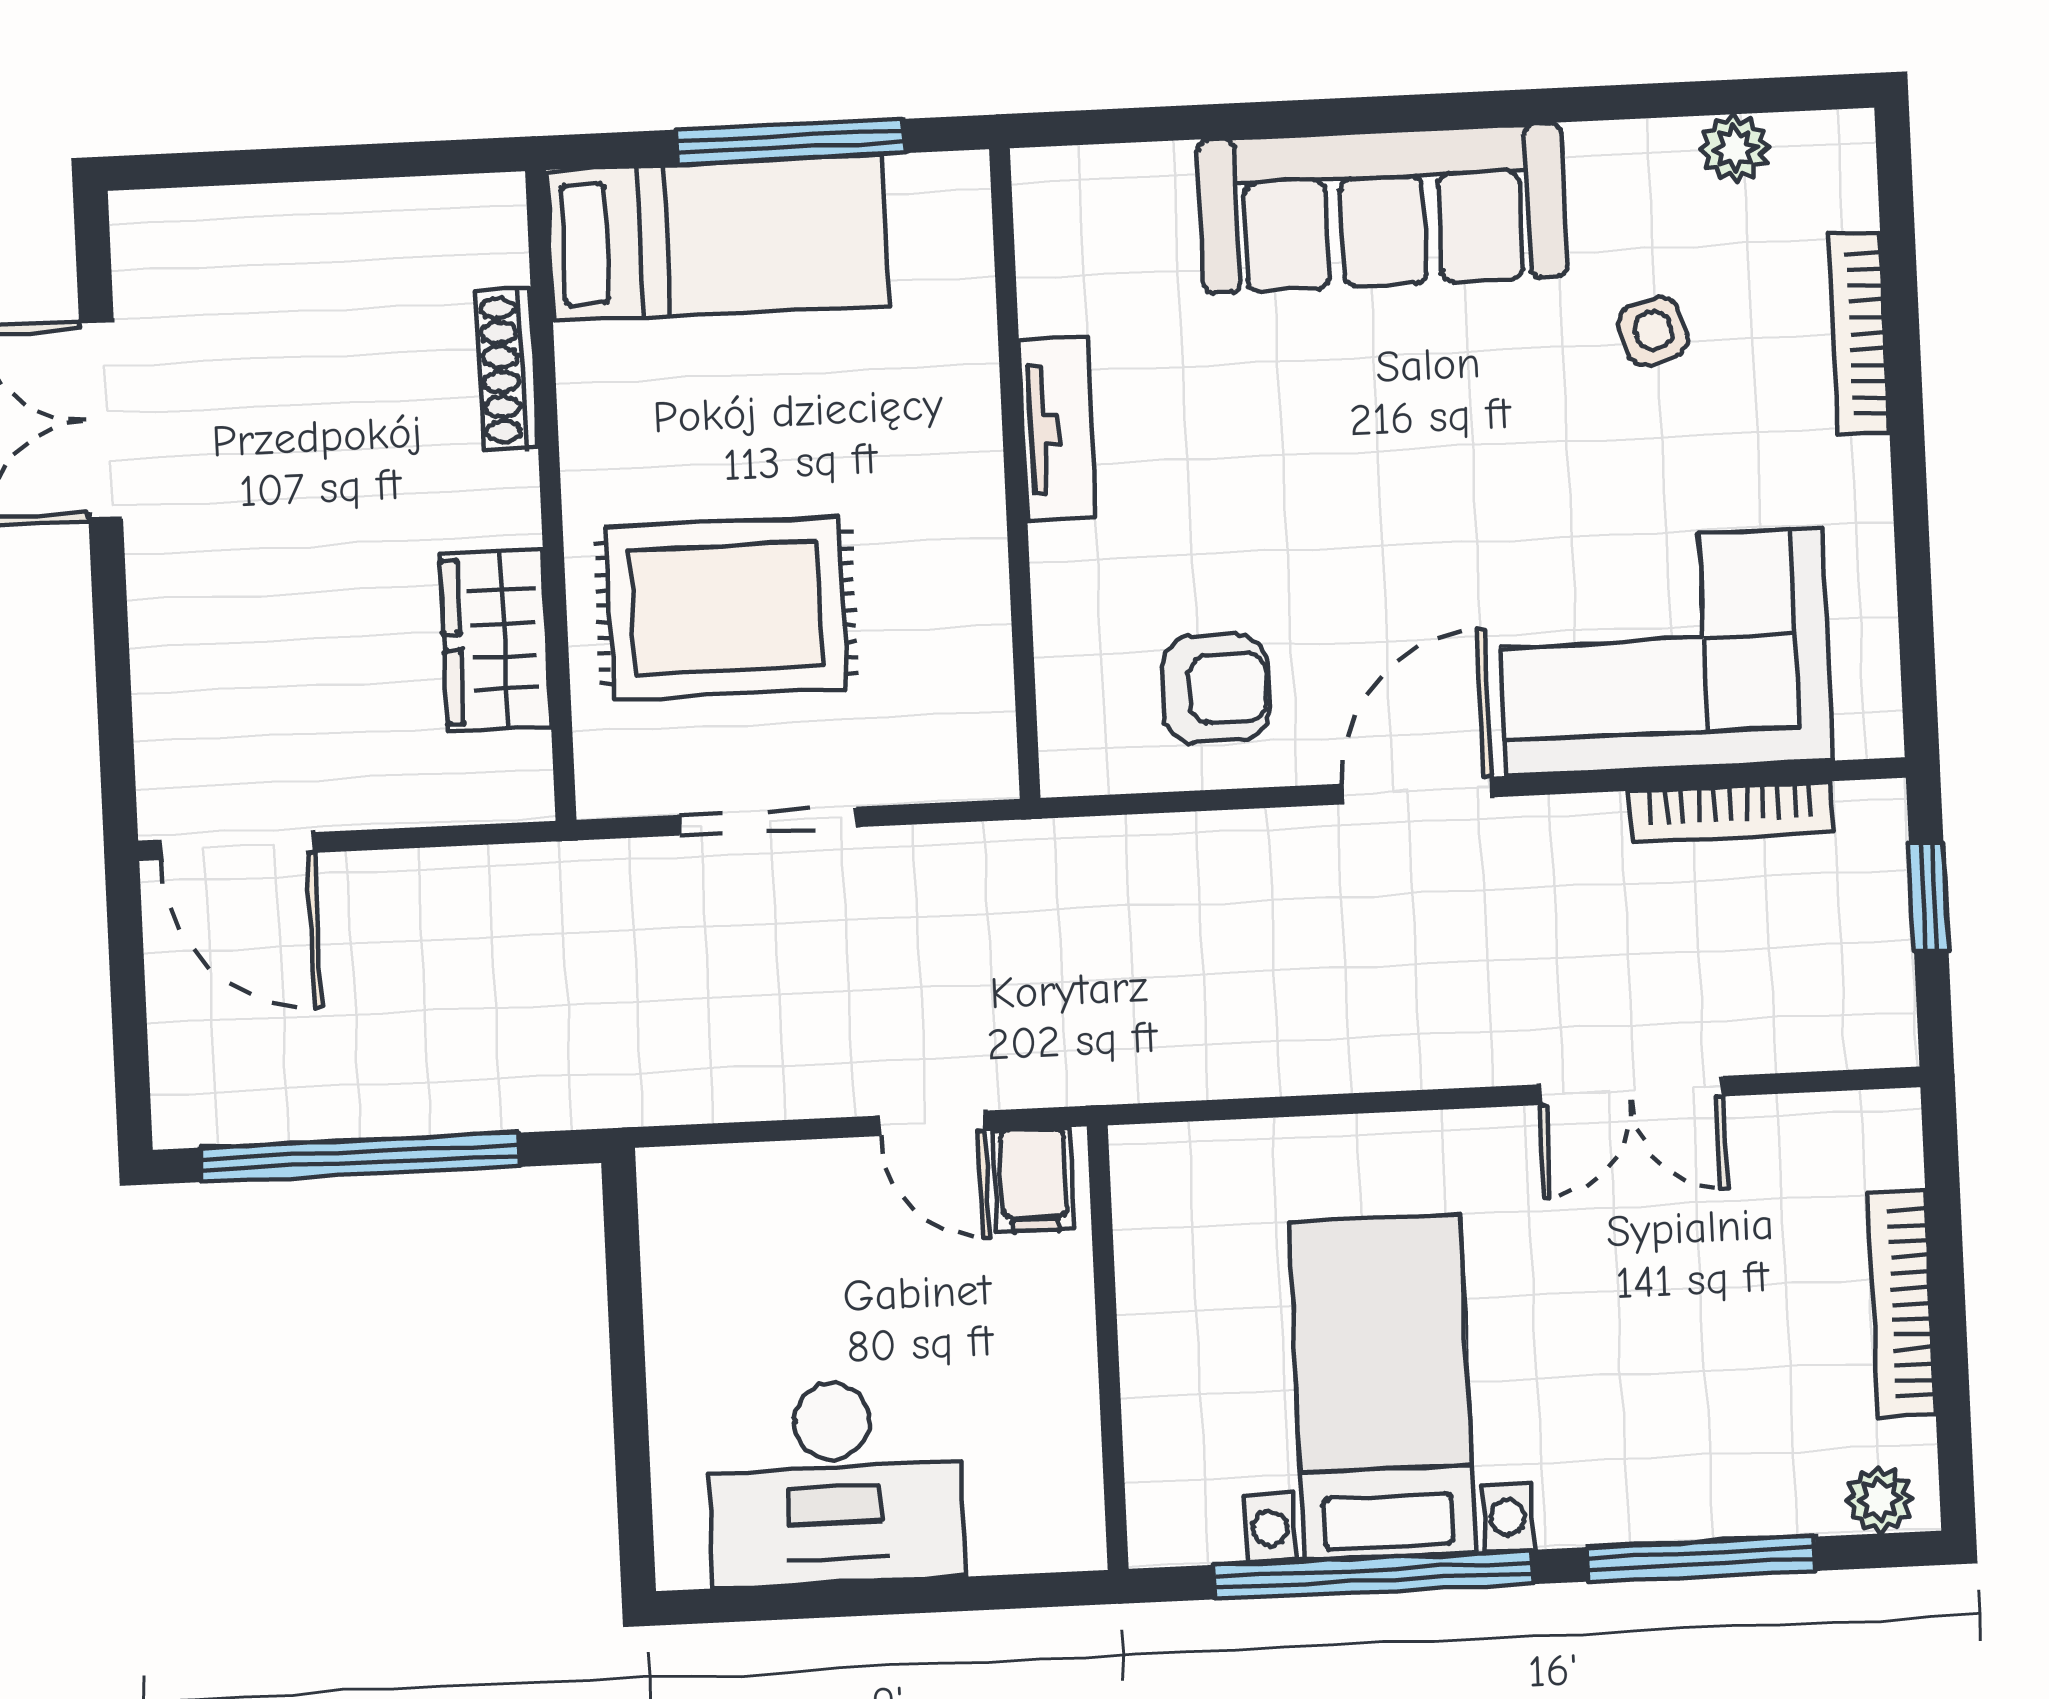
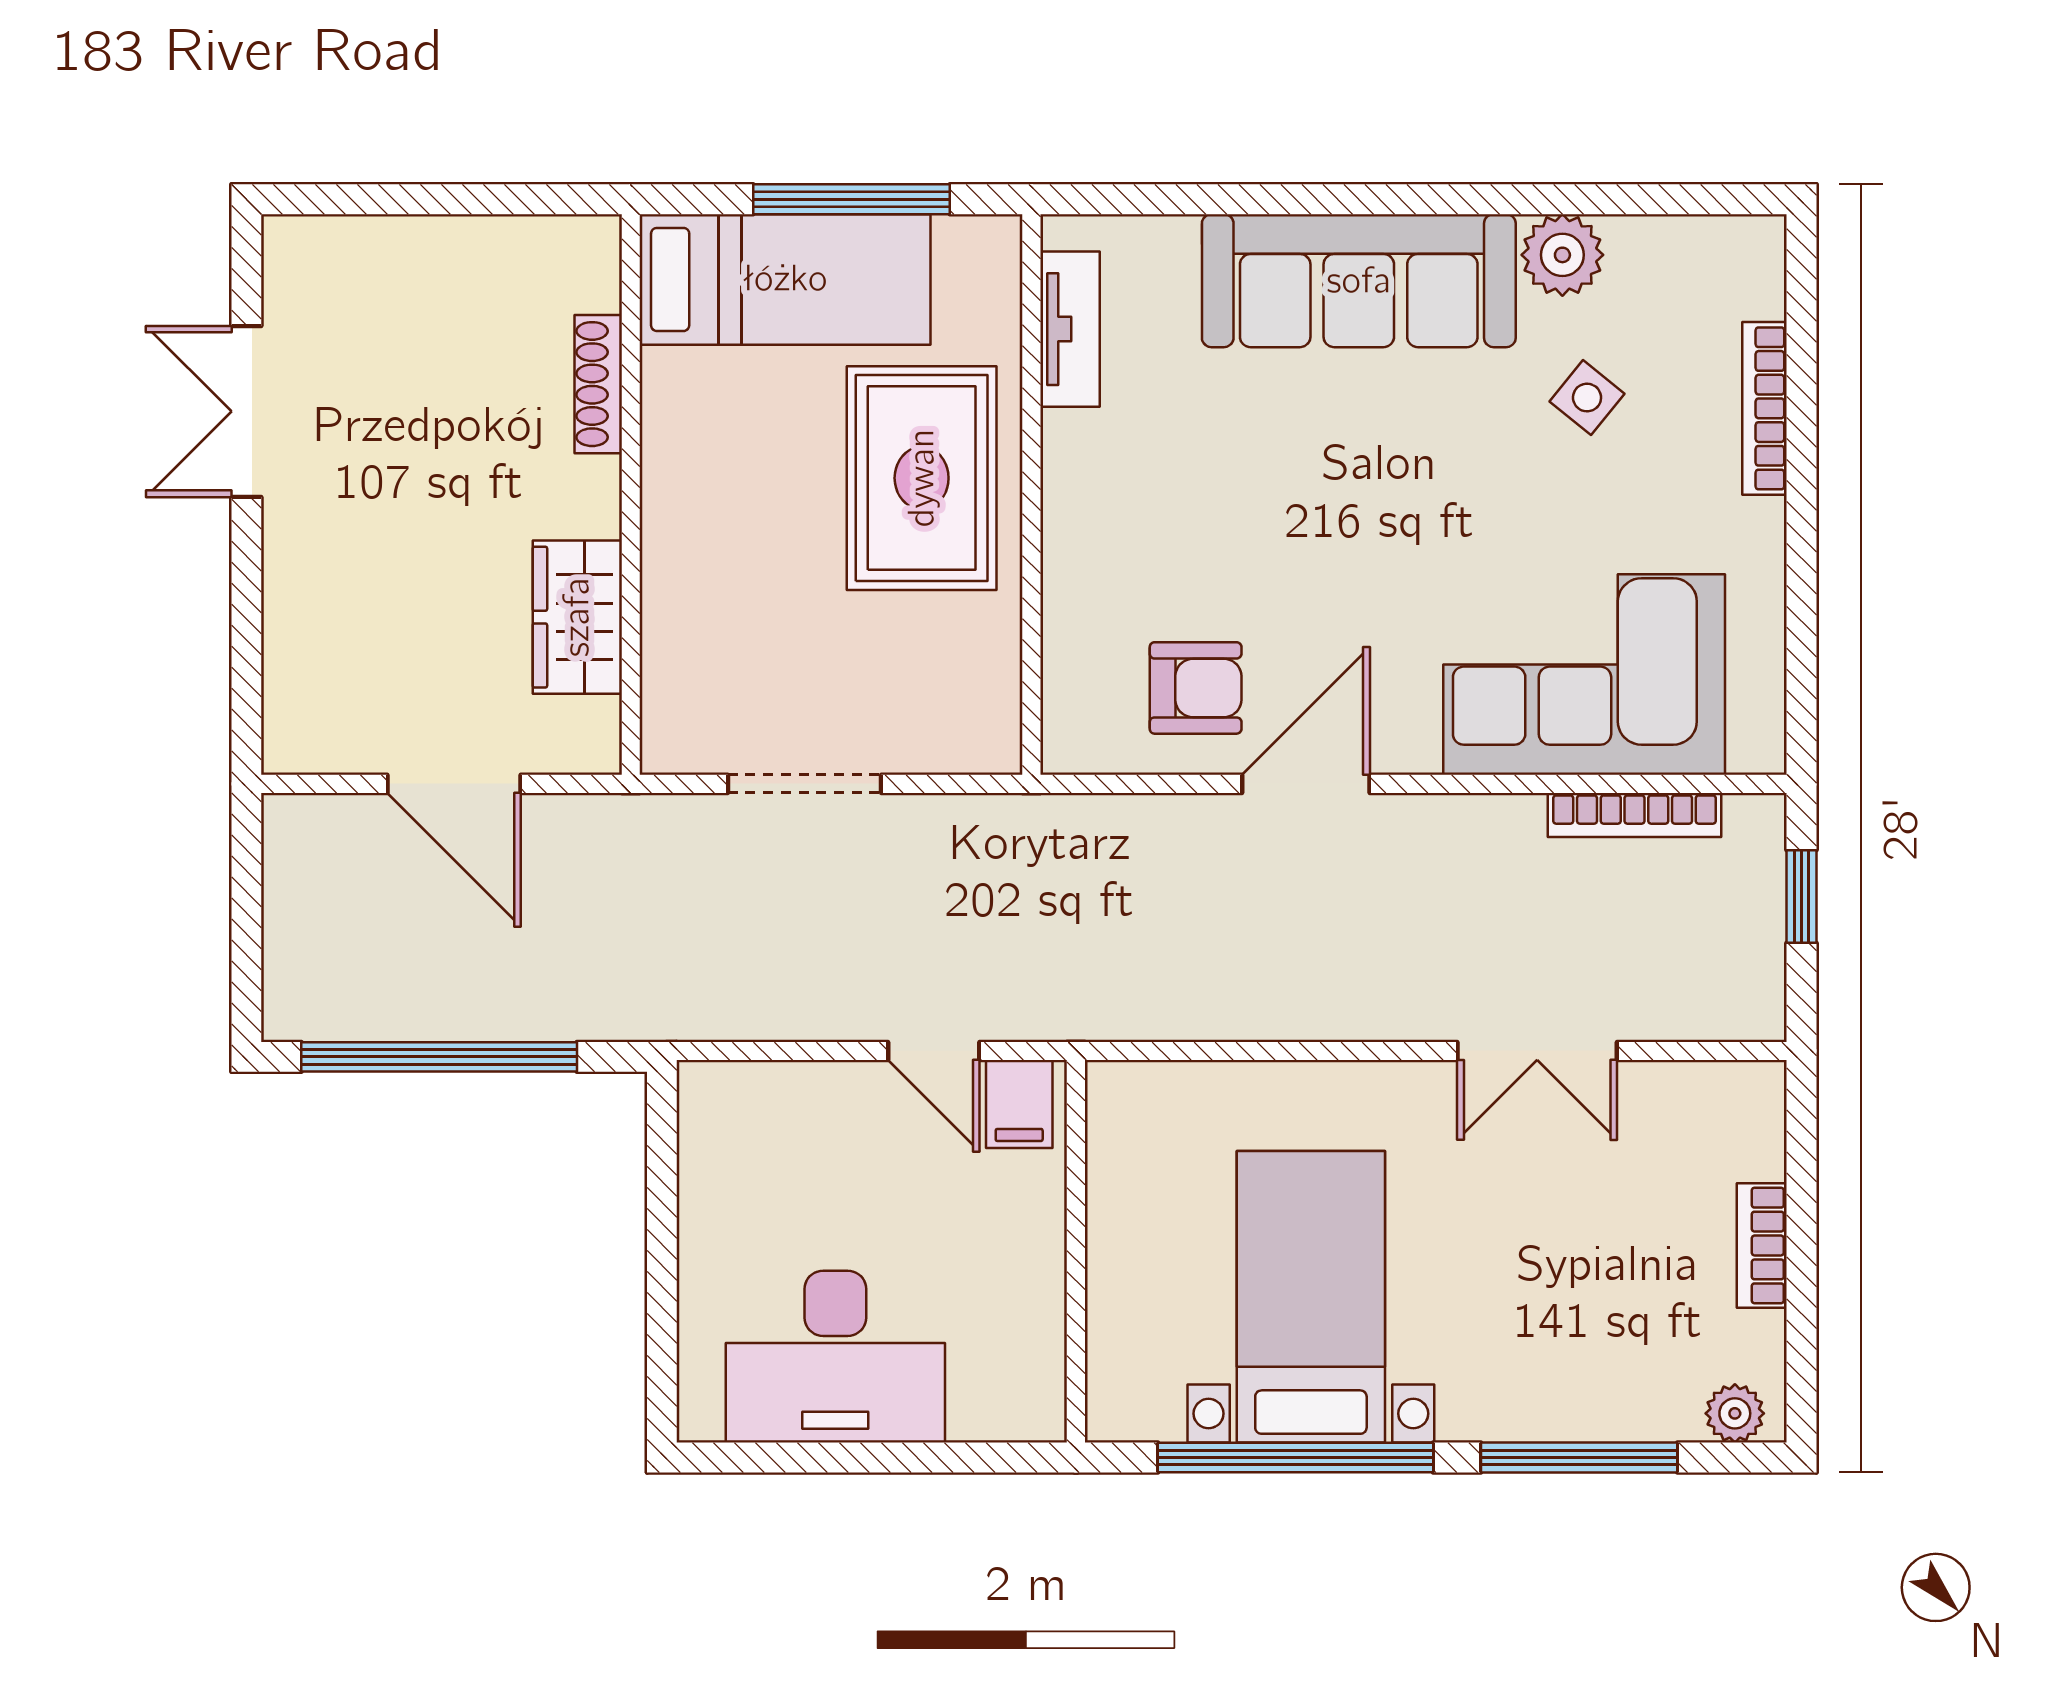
plant: (1735, 149) -> (1562, 255), moved, width x1.38, depth x1.38
side table: (1653, 331) -> (1587, 398), turned -35
tv unit: (1057, 428) -> (1070, 329), moved
rug: (726, 608) -> (922, 478), moved, turned 90
door: (1418, 790) -> (1306, 784), moved
door: (236, 846) -> (454, 784), moved
bookcase: (1902, 1303) -> (1762, 1245), width x0.64

